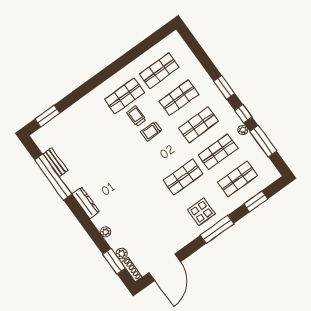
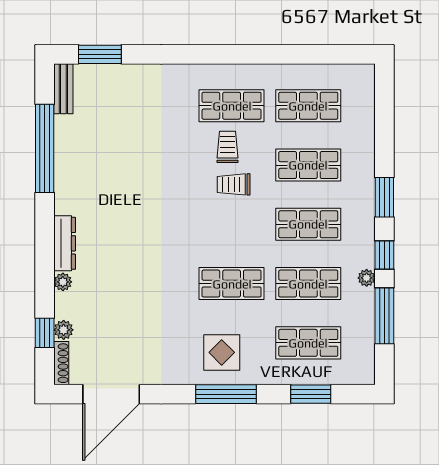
bench: (55, 162) -> (63, 89), moved
dresser: (86, 203) -> (65, 243), moved
window: (114, 261) -> (45, 333), width x0.67

